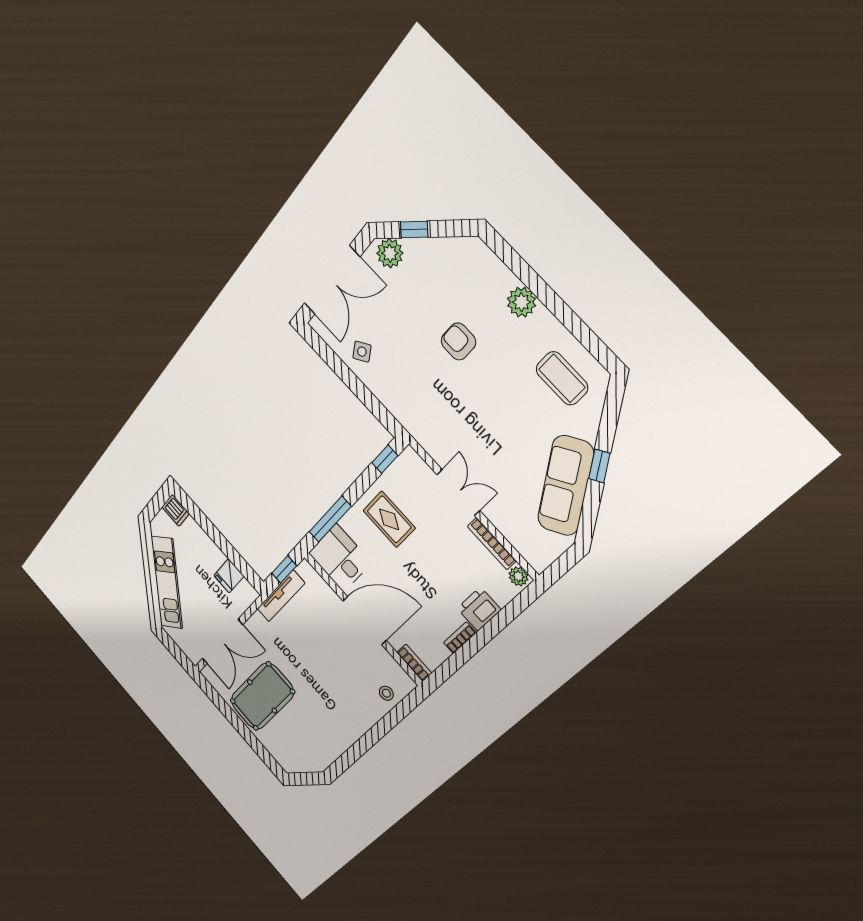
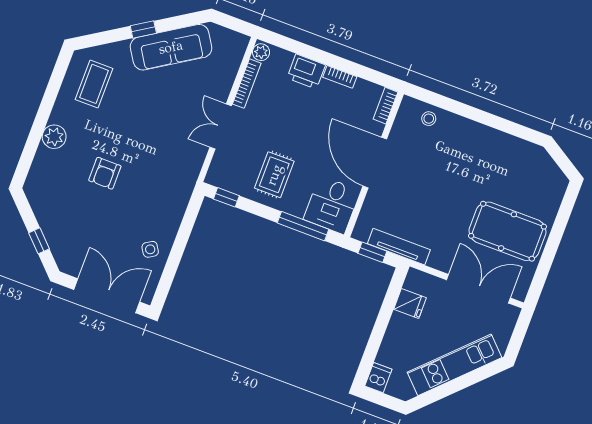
plant: (390, 253) -> (65, 254), removed

